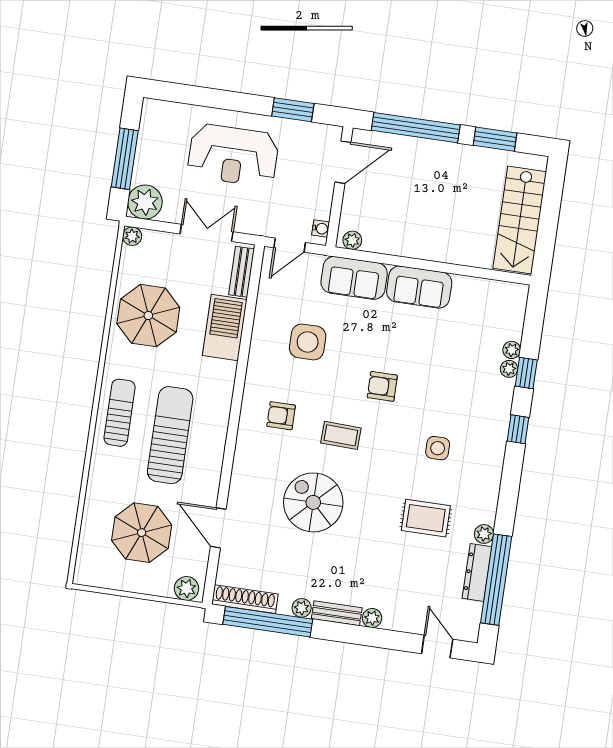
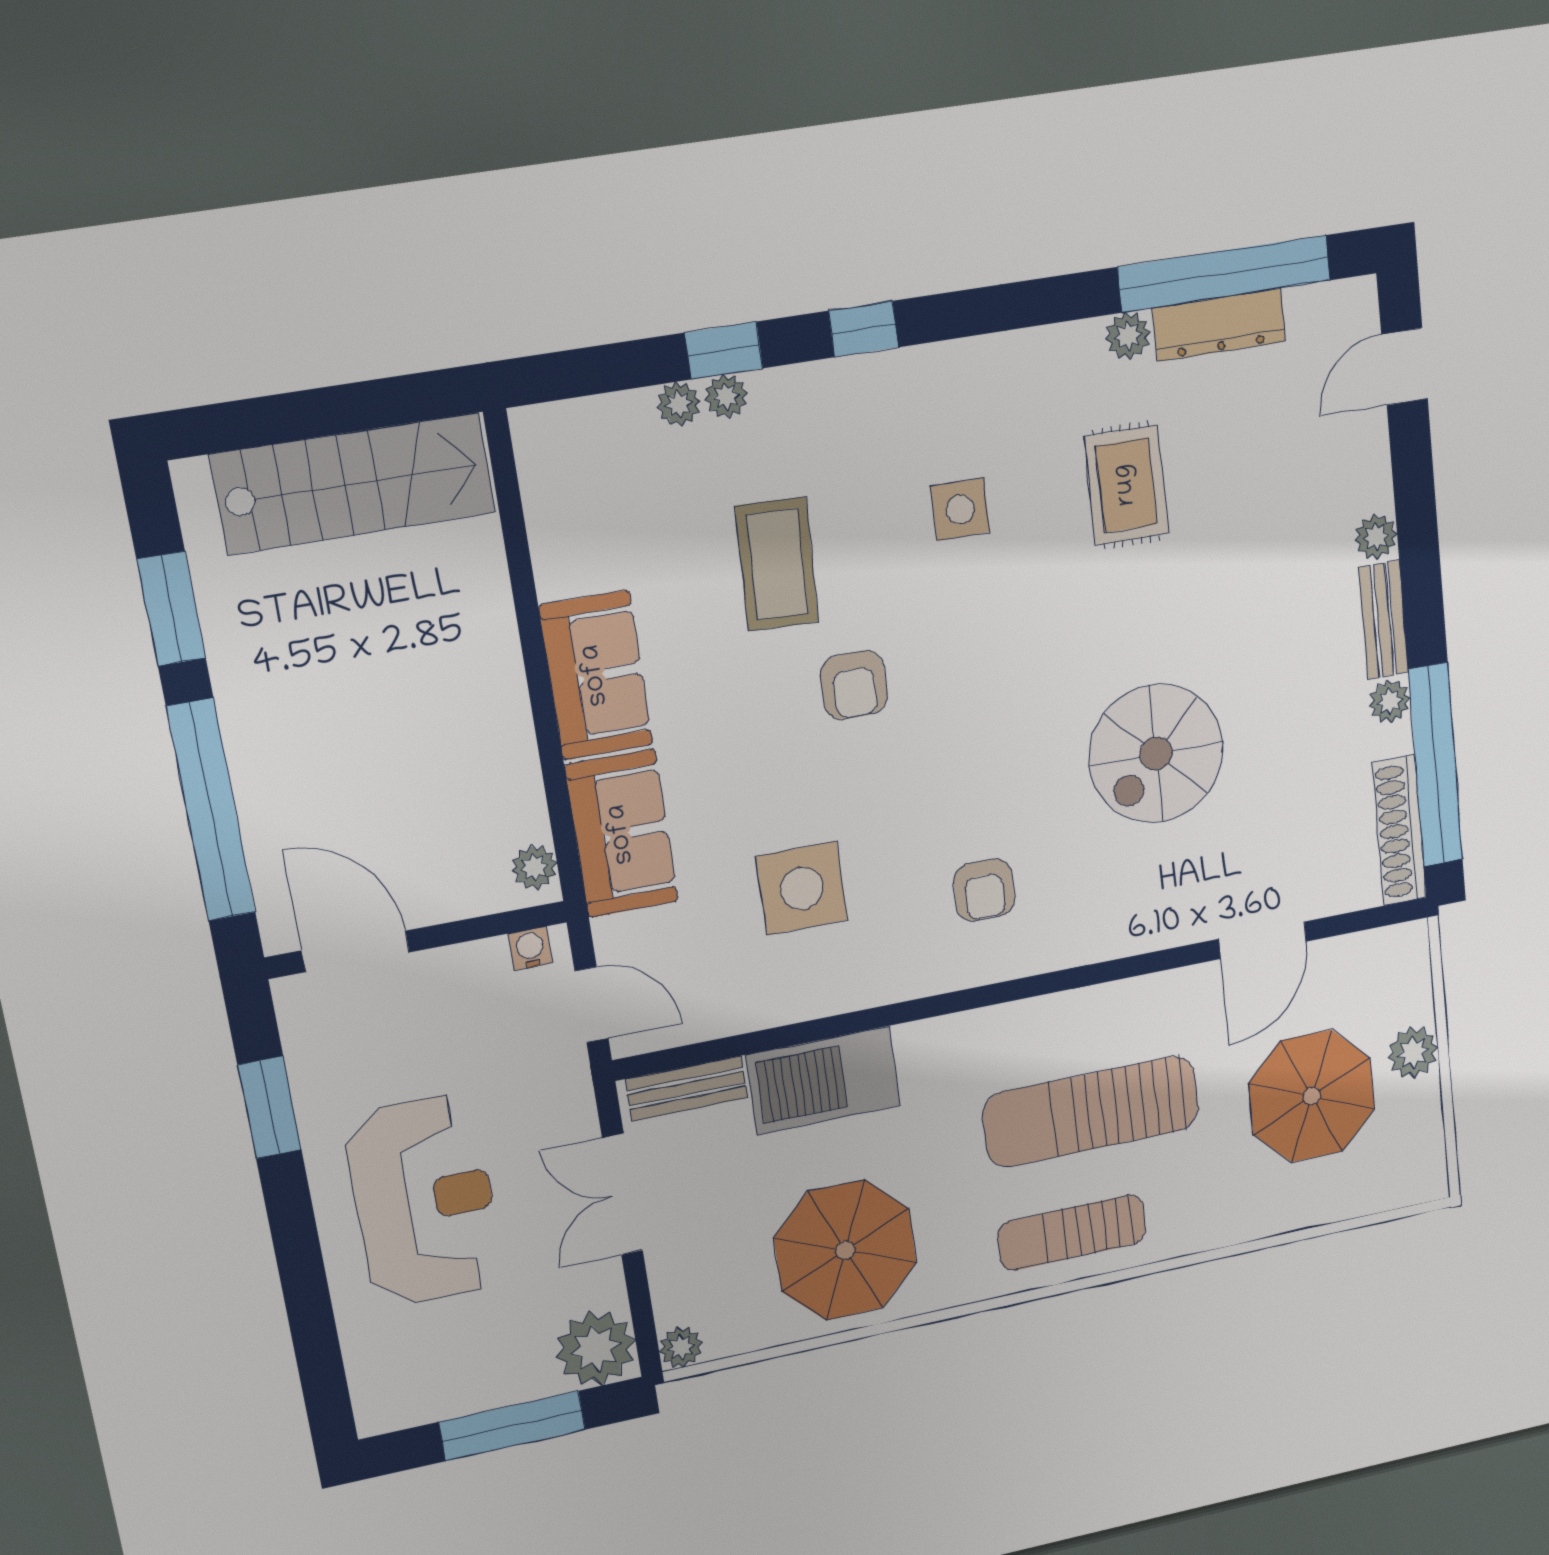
coffee table: (341, 435) -> (777, 564), moved, width x1.36, depth x1.30
plant: (186, 588) -> (1413, 1053), moved

